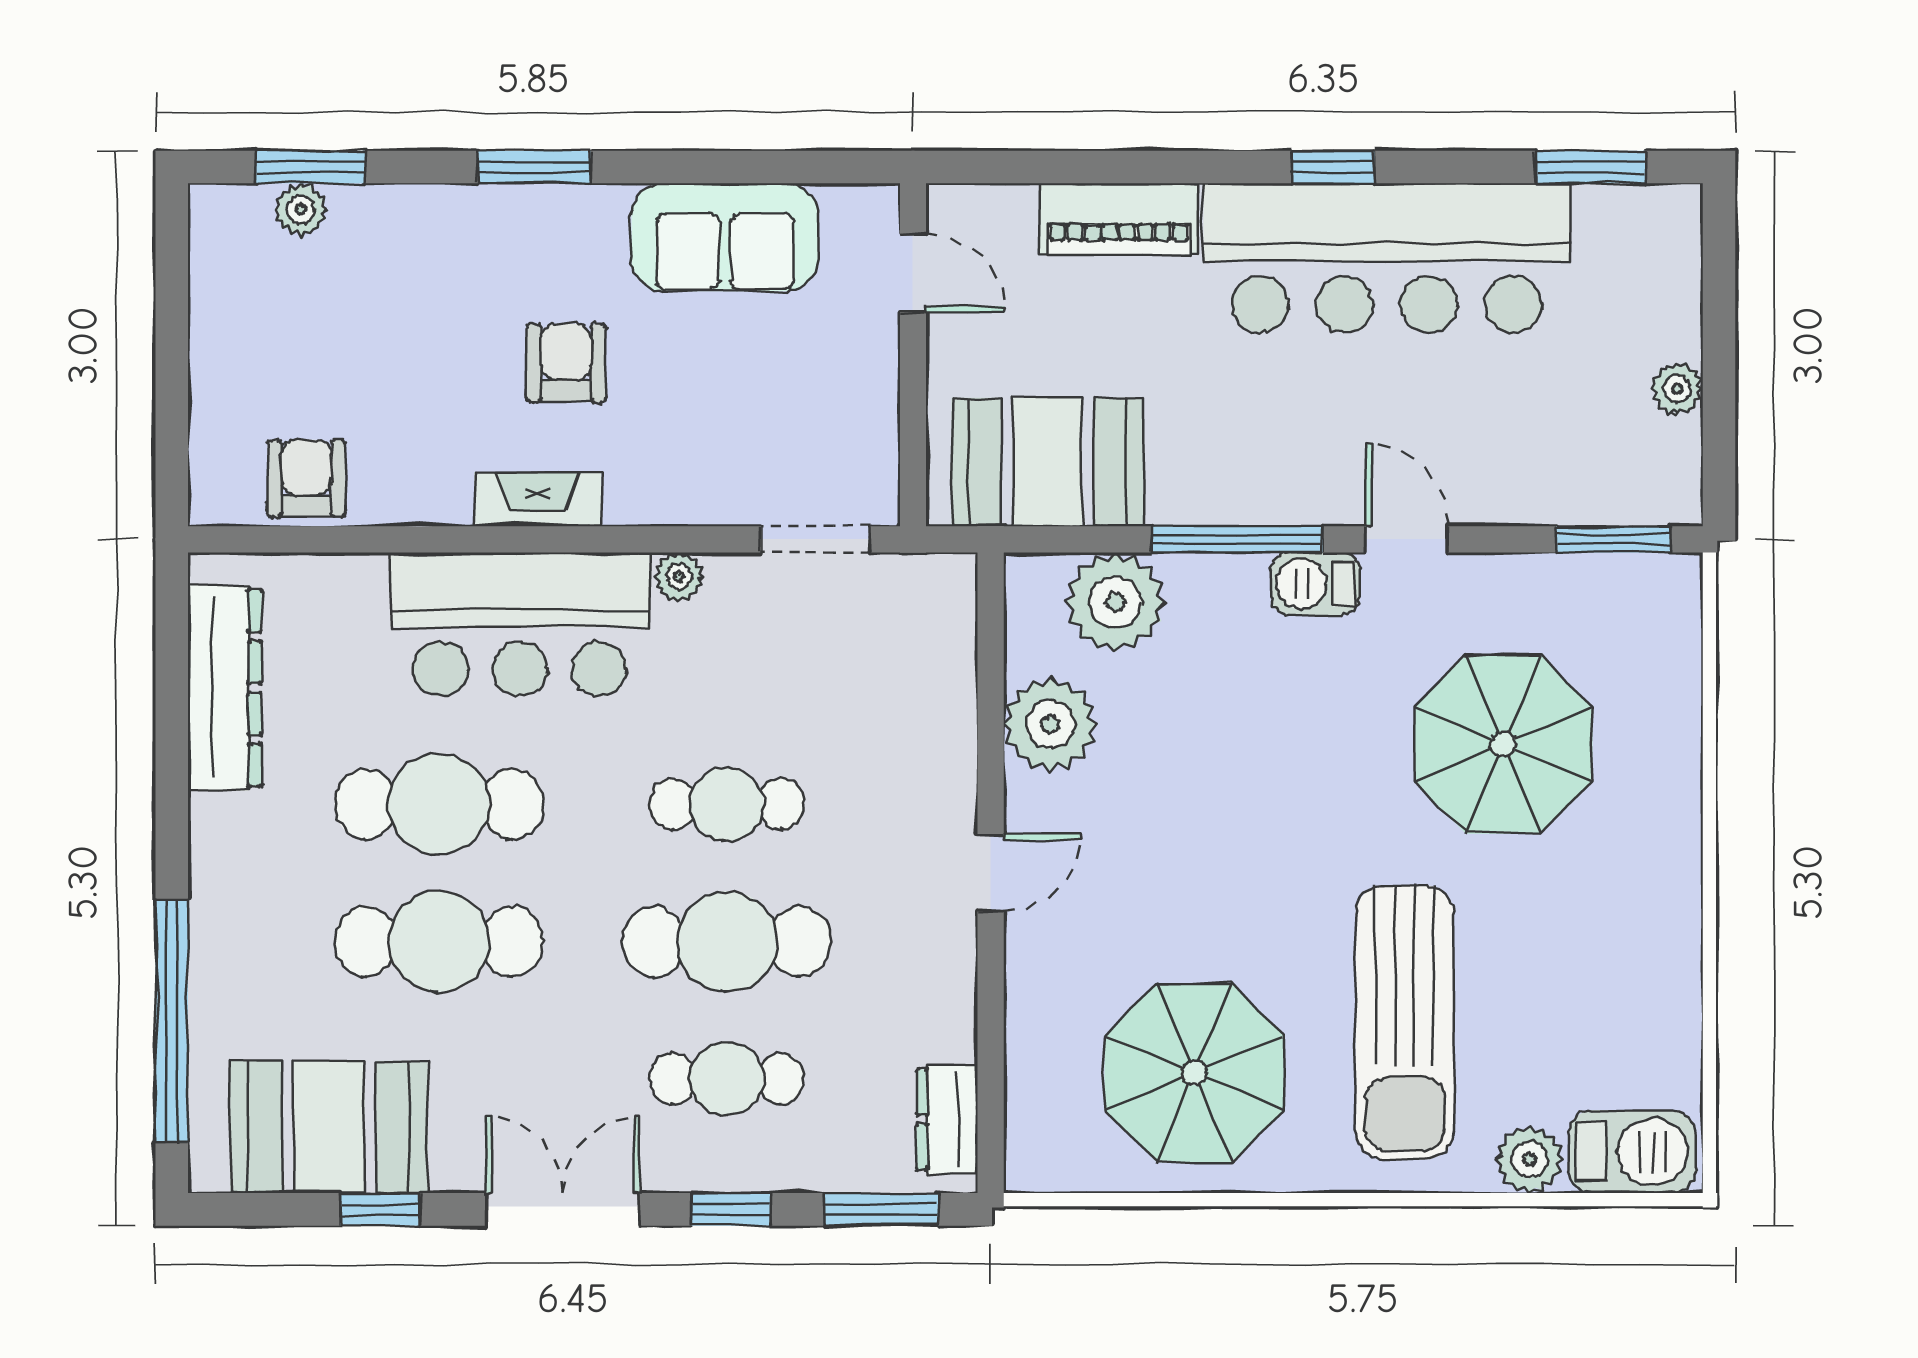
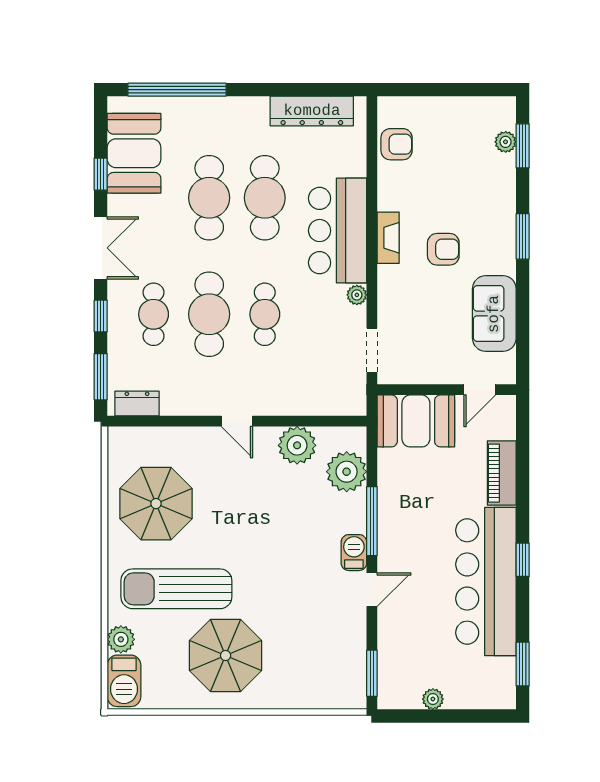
booth: (1047, 462) -> (416, 421), moved, turned 90
parasol: (1503, 744) -> (226, 656), moved

